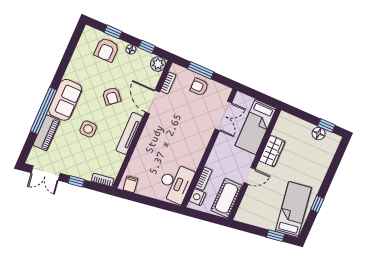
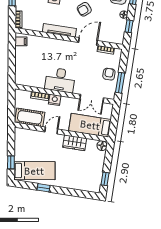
plant: (158, 64) -> (118, 38), removed
window: (201, 70) -> (120, 83), moved
floor lamp: (319, 133) -> (102, 146), moved
door: (250, 176) -> (51, 130), swing flipped
desk: (175, 183) -> (60, 80), moved
nightstand: (198, 197) -> (55, 100), moved

